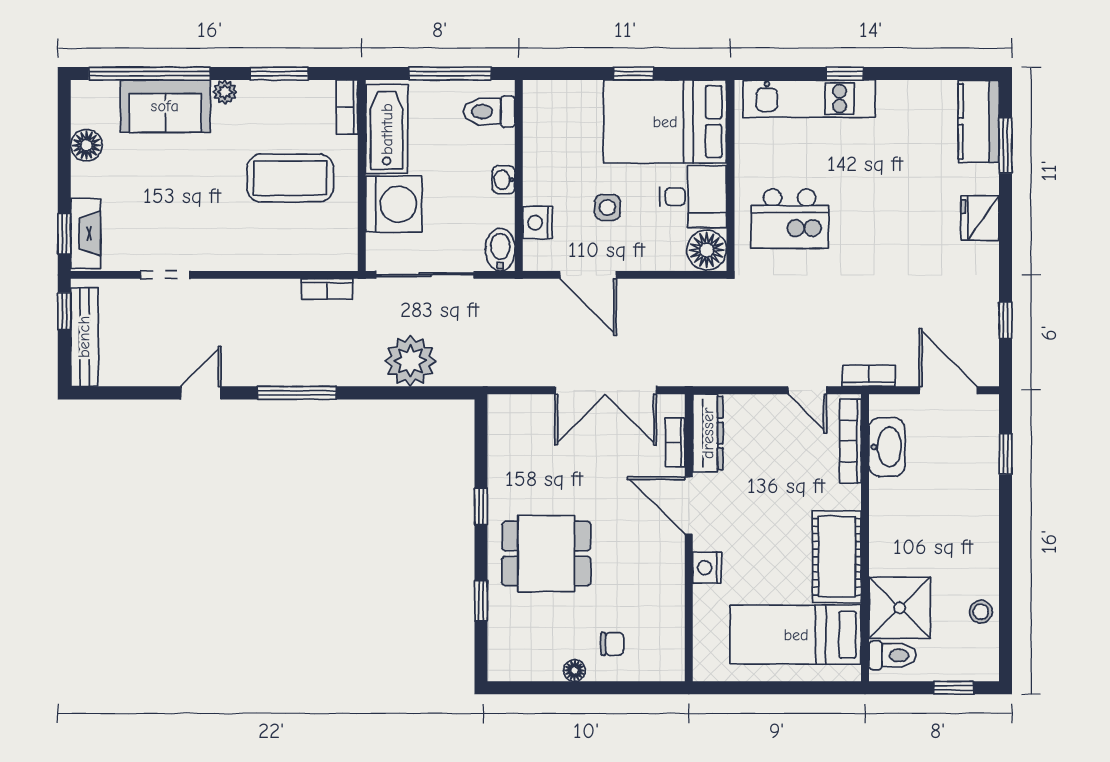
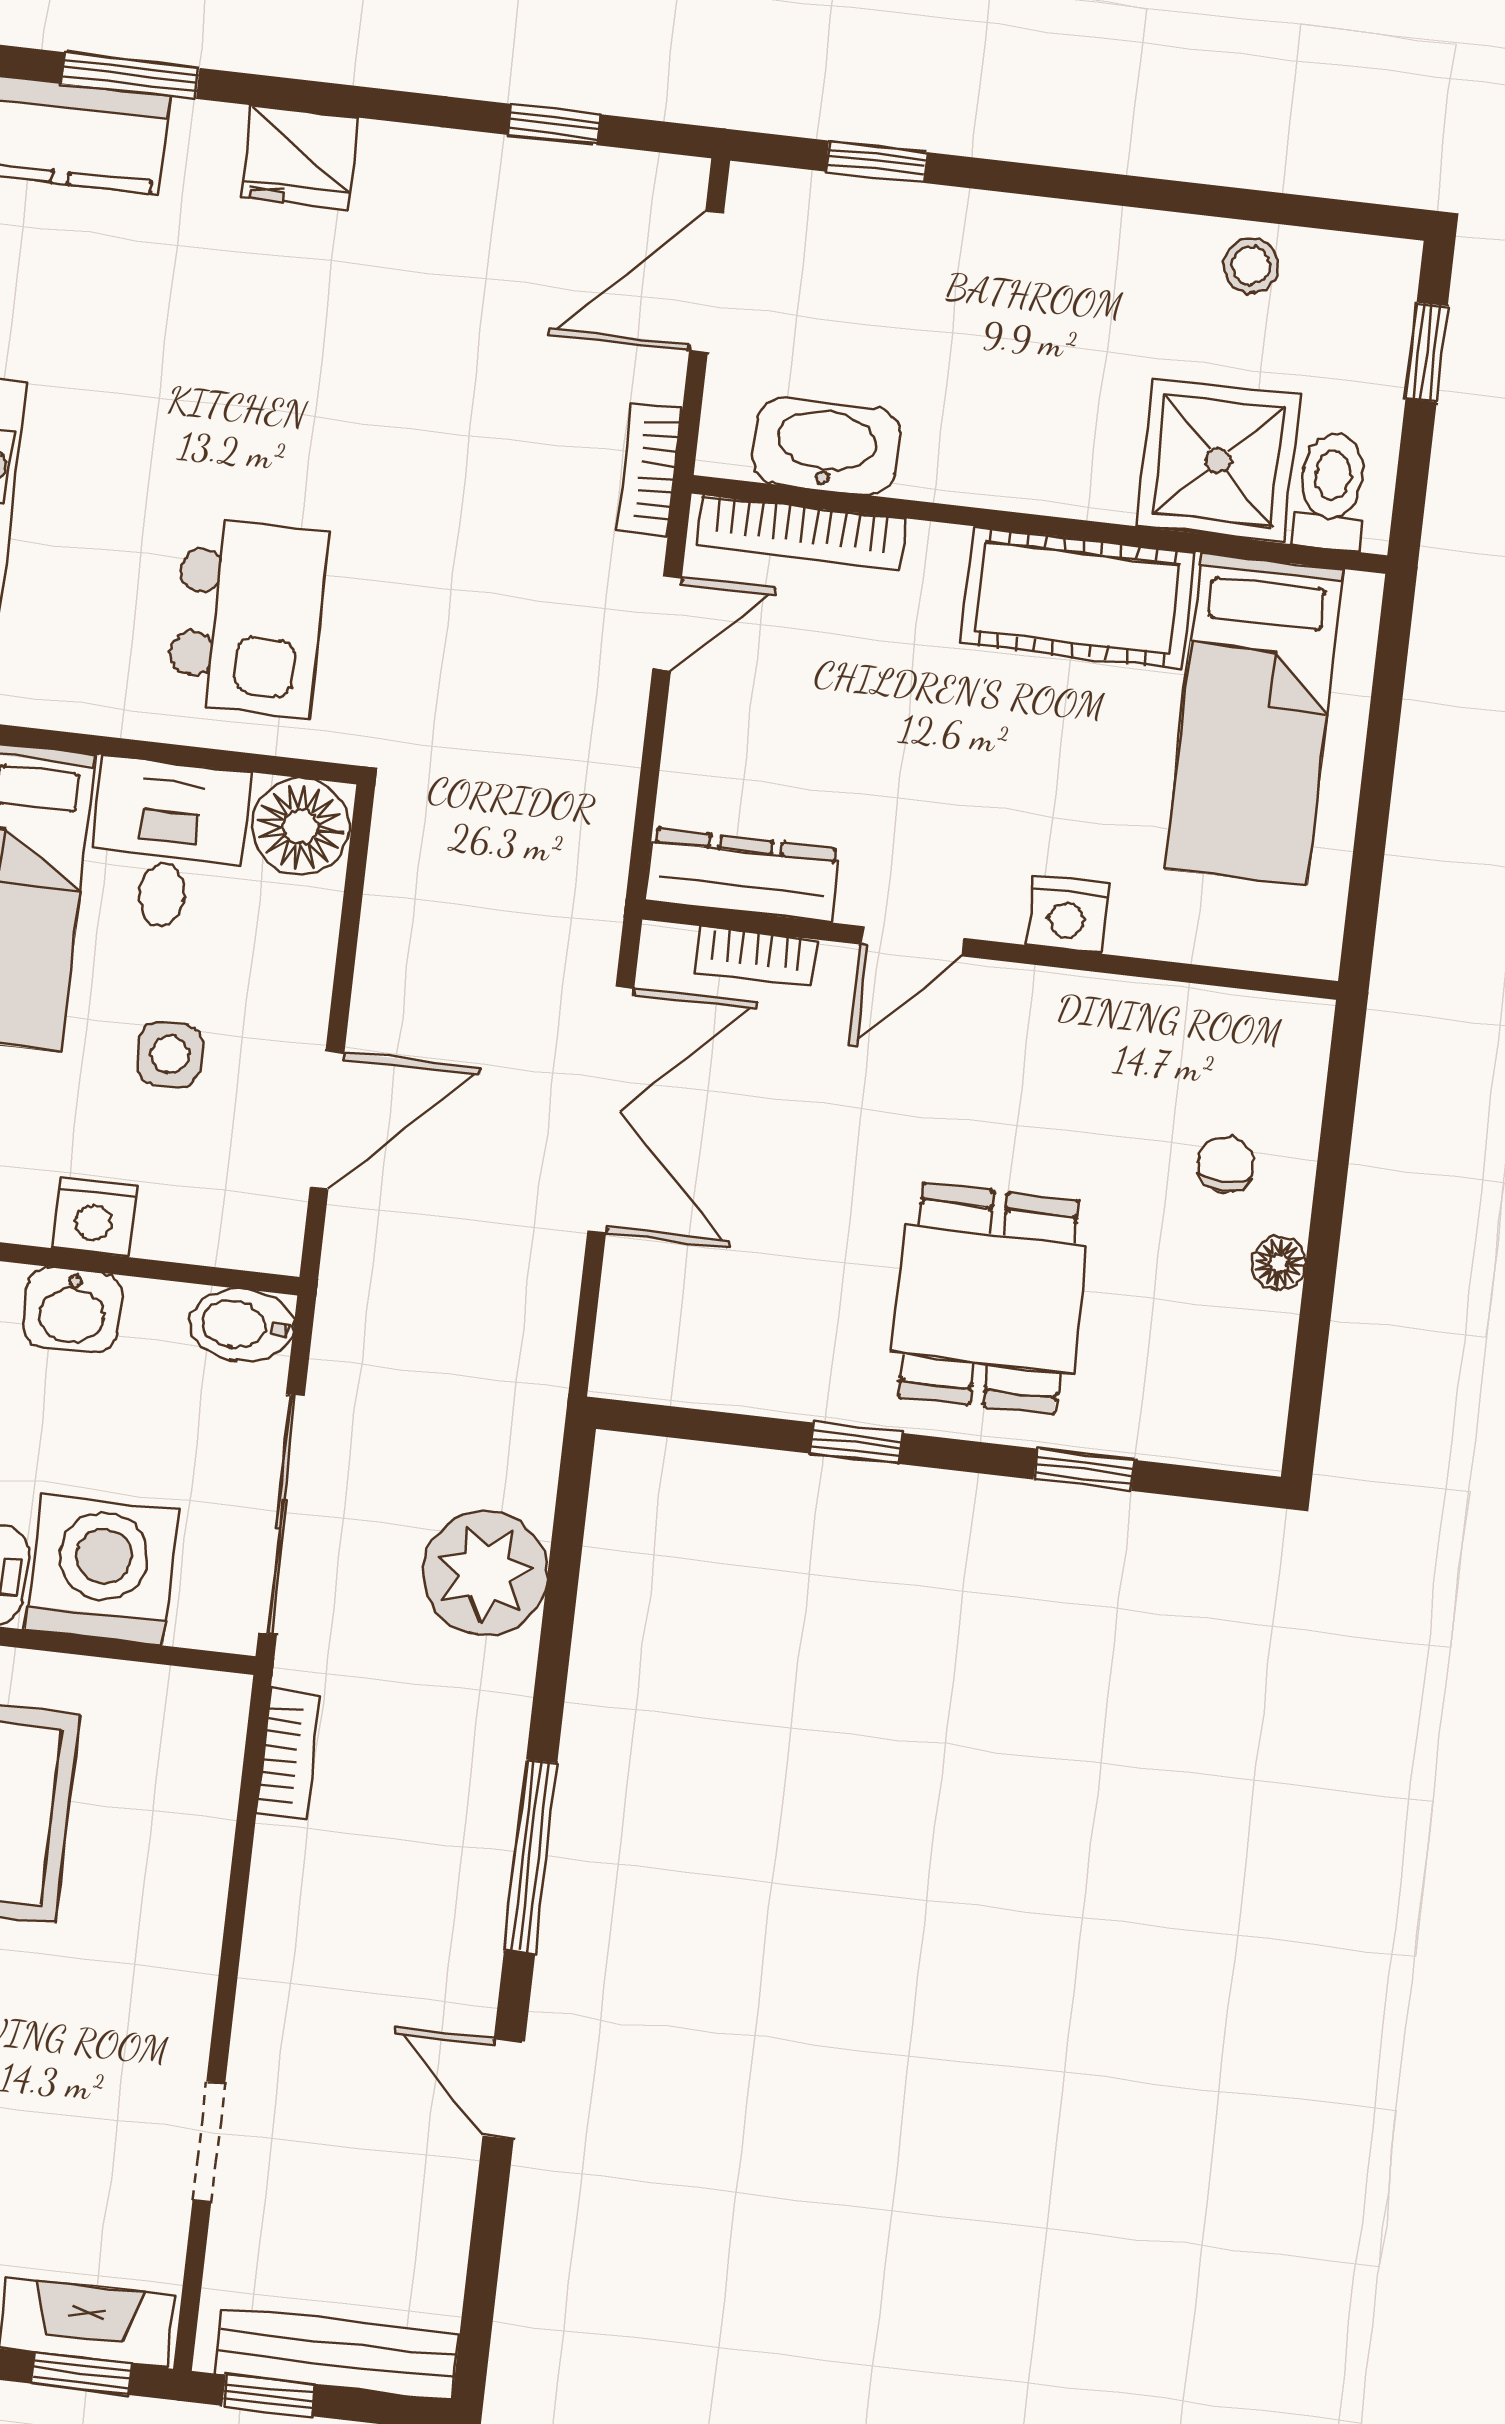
washbasin: (504, 180) -> (72, 1310), width x1.38, depth x1.45
nightstand: (537, 223) -> (94, 1217), moved
door: (689, 506) -> (912, 941), width x0.73

